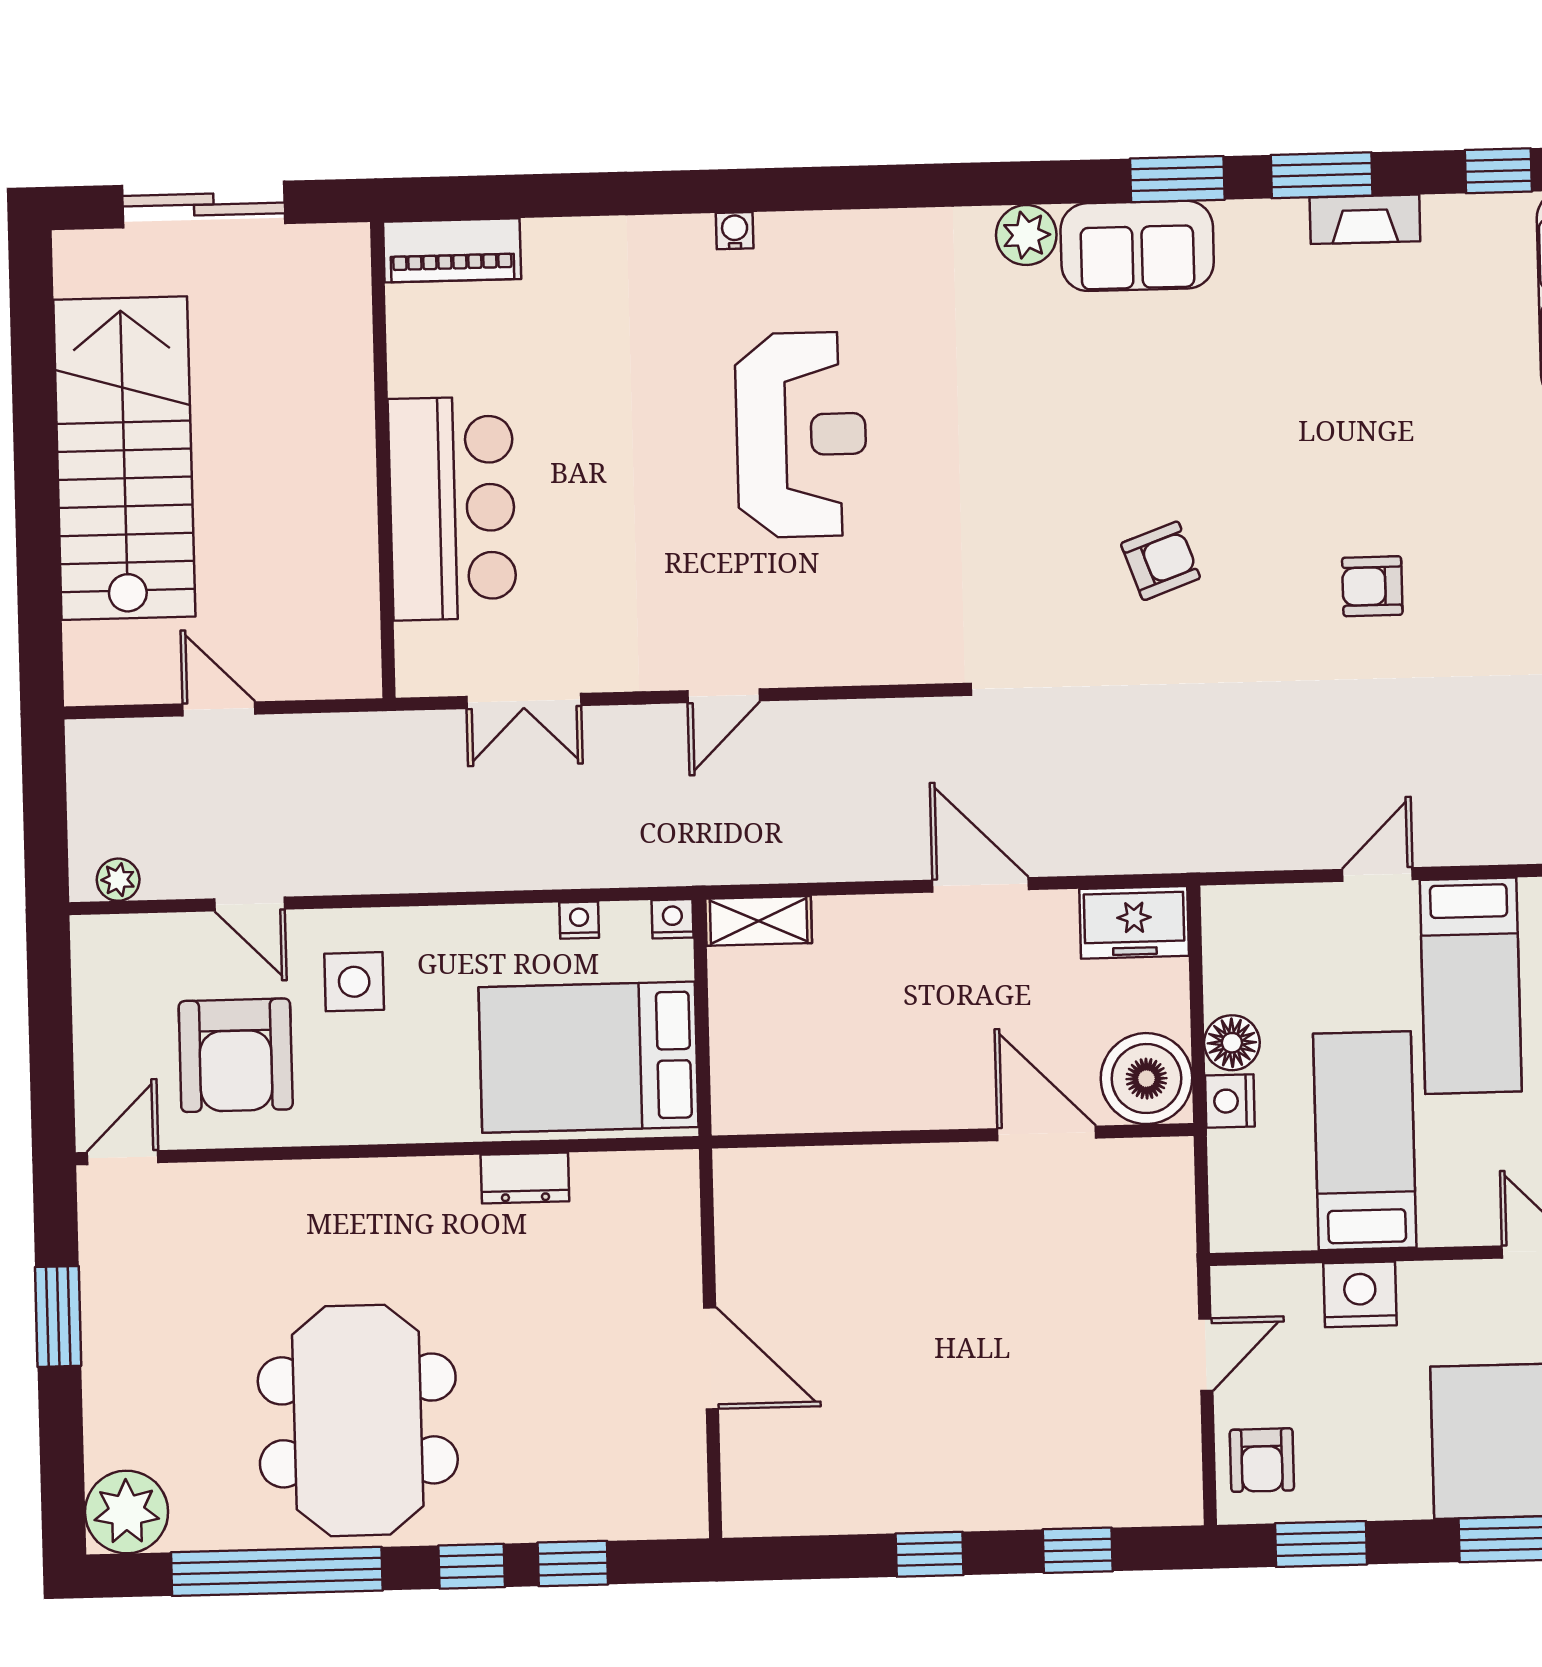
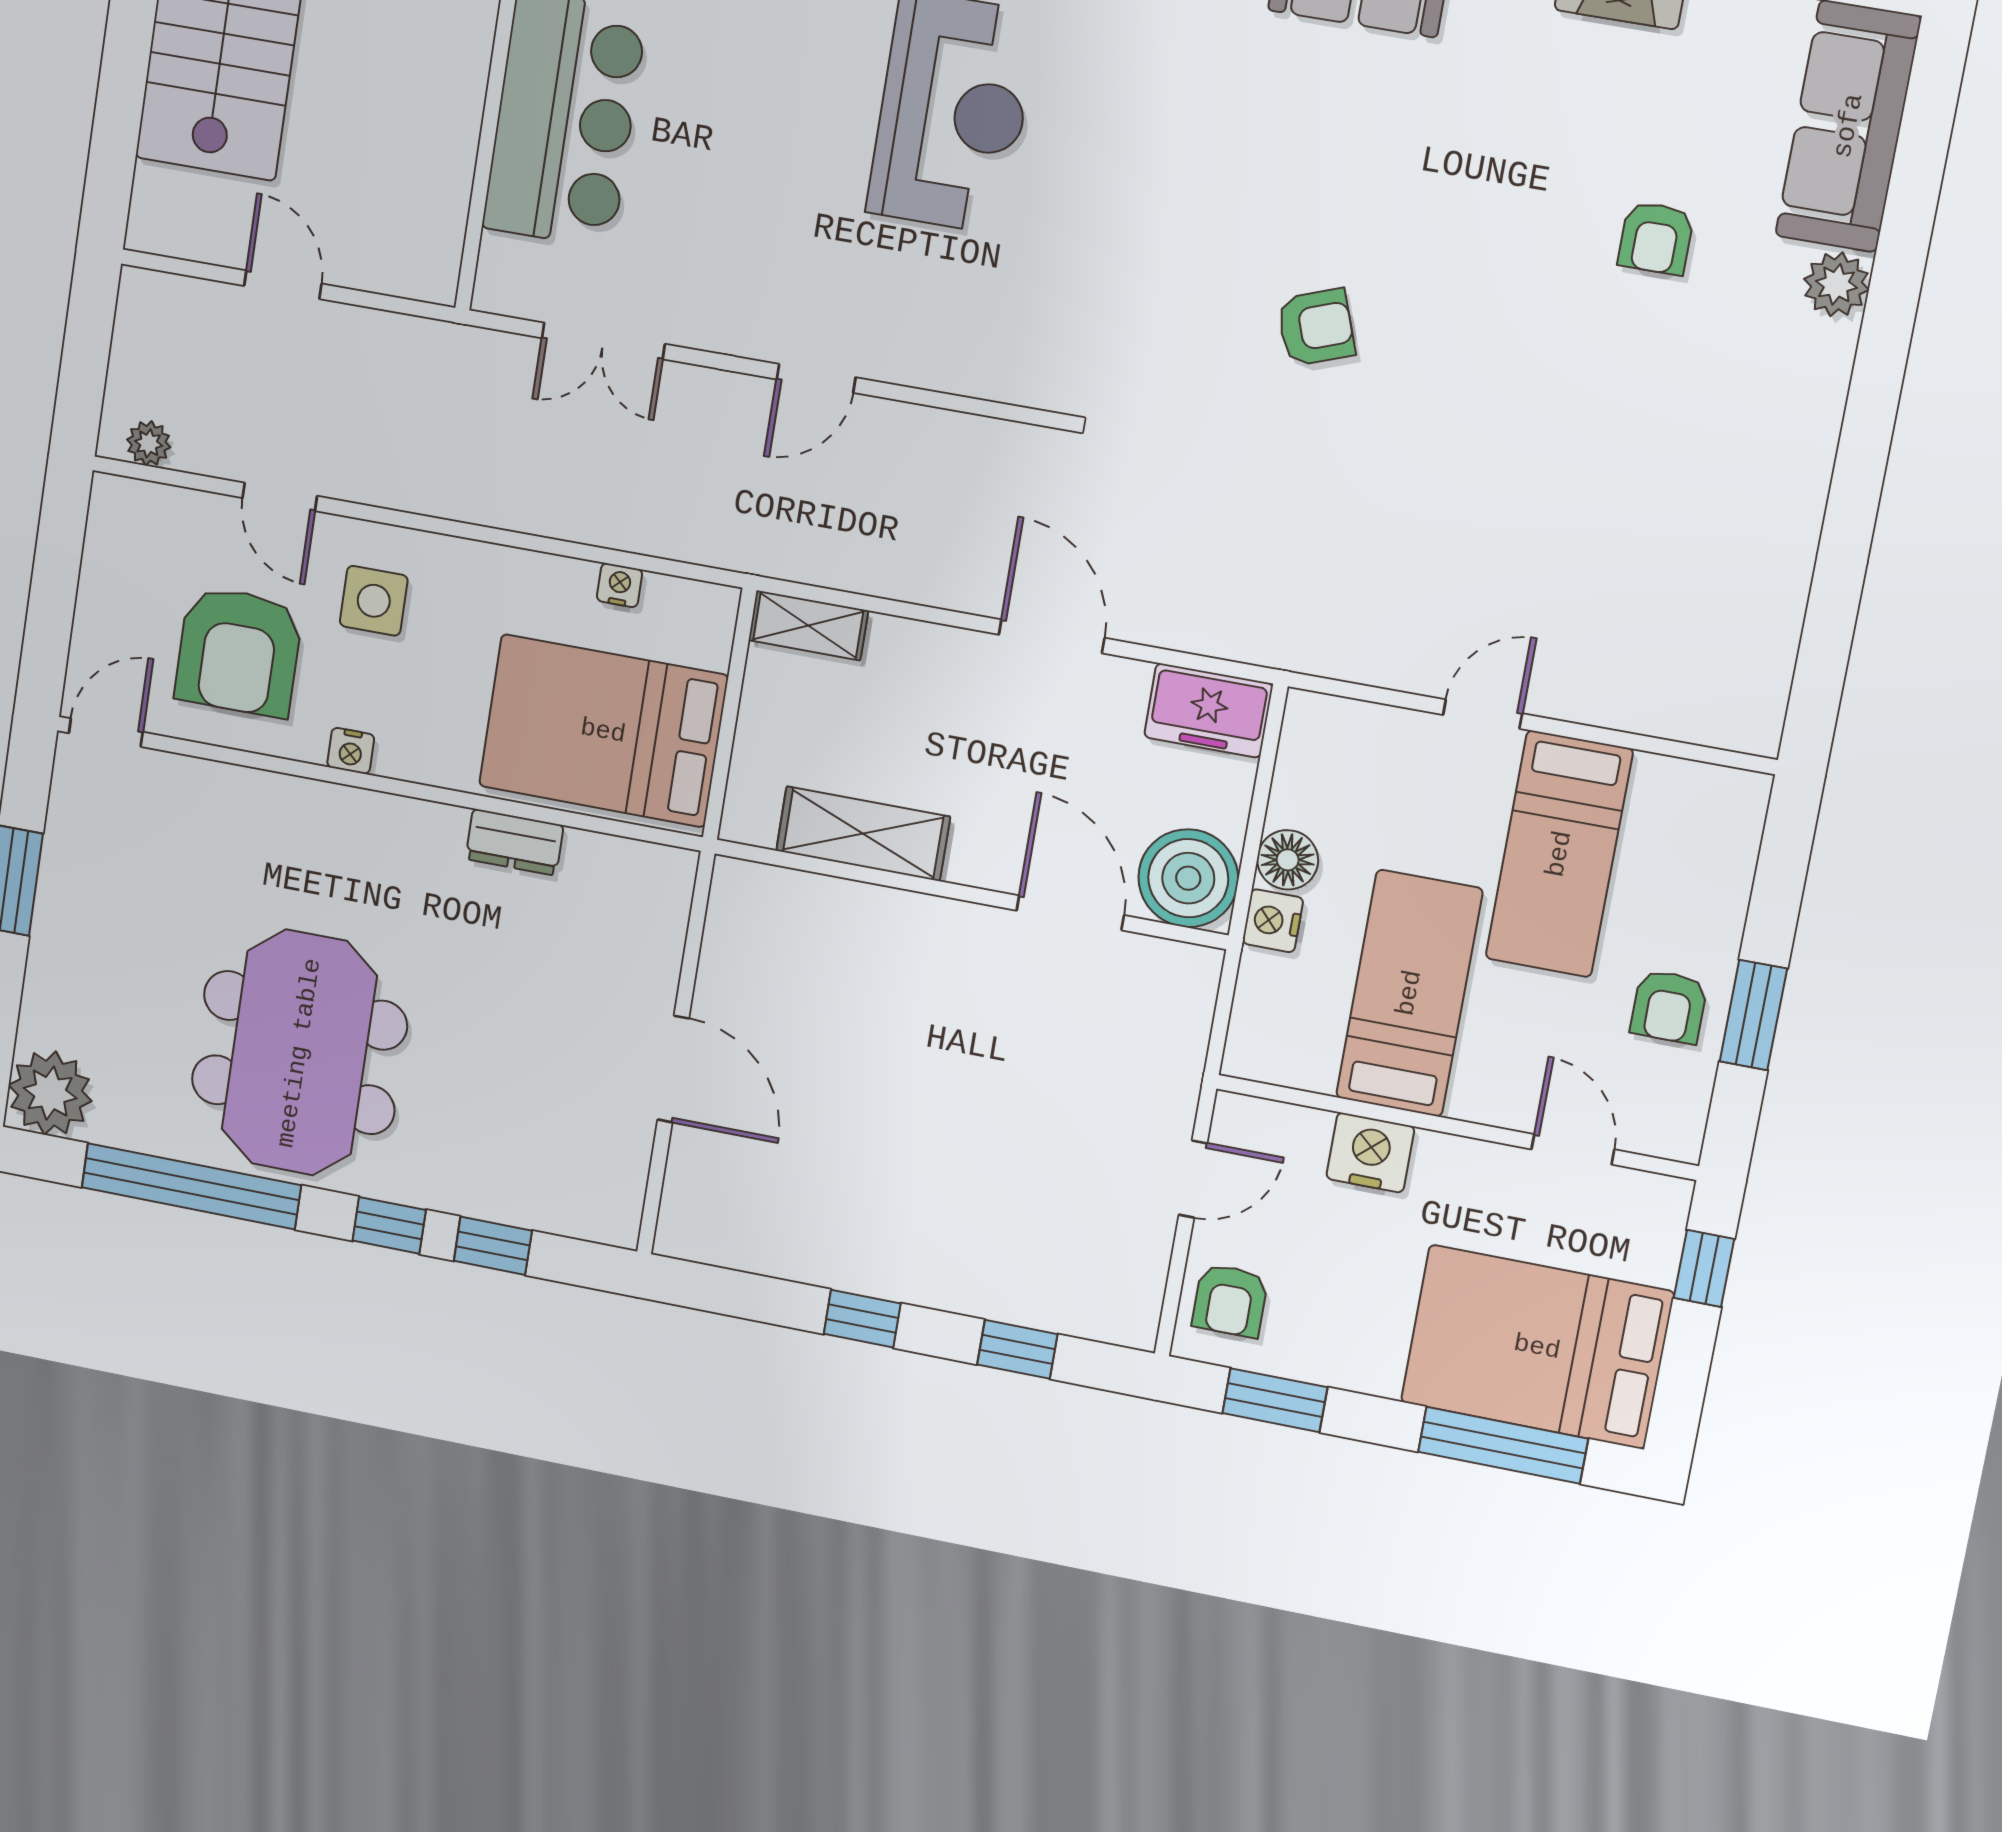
armchair: (1372, 586) -> (1656, 238), moved, turned -90
nightstand: (672, 919) -> (351, 751), moved, turned 180
shelving: (845, 1101) -> (863, 834), added

